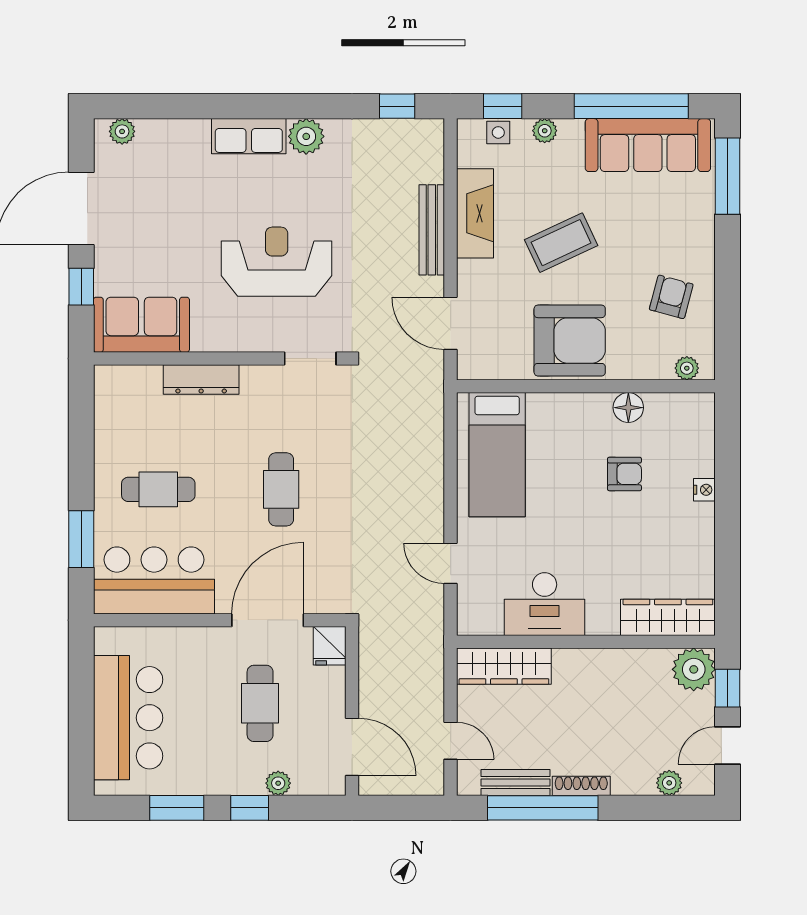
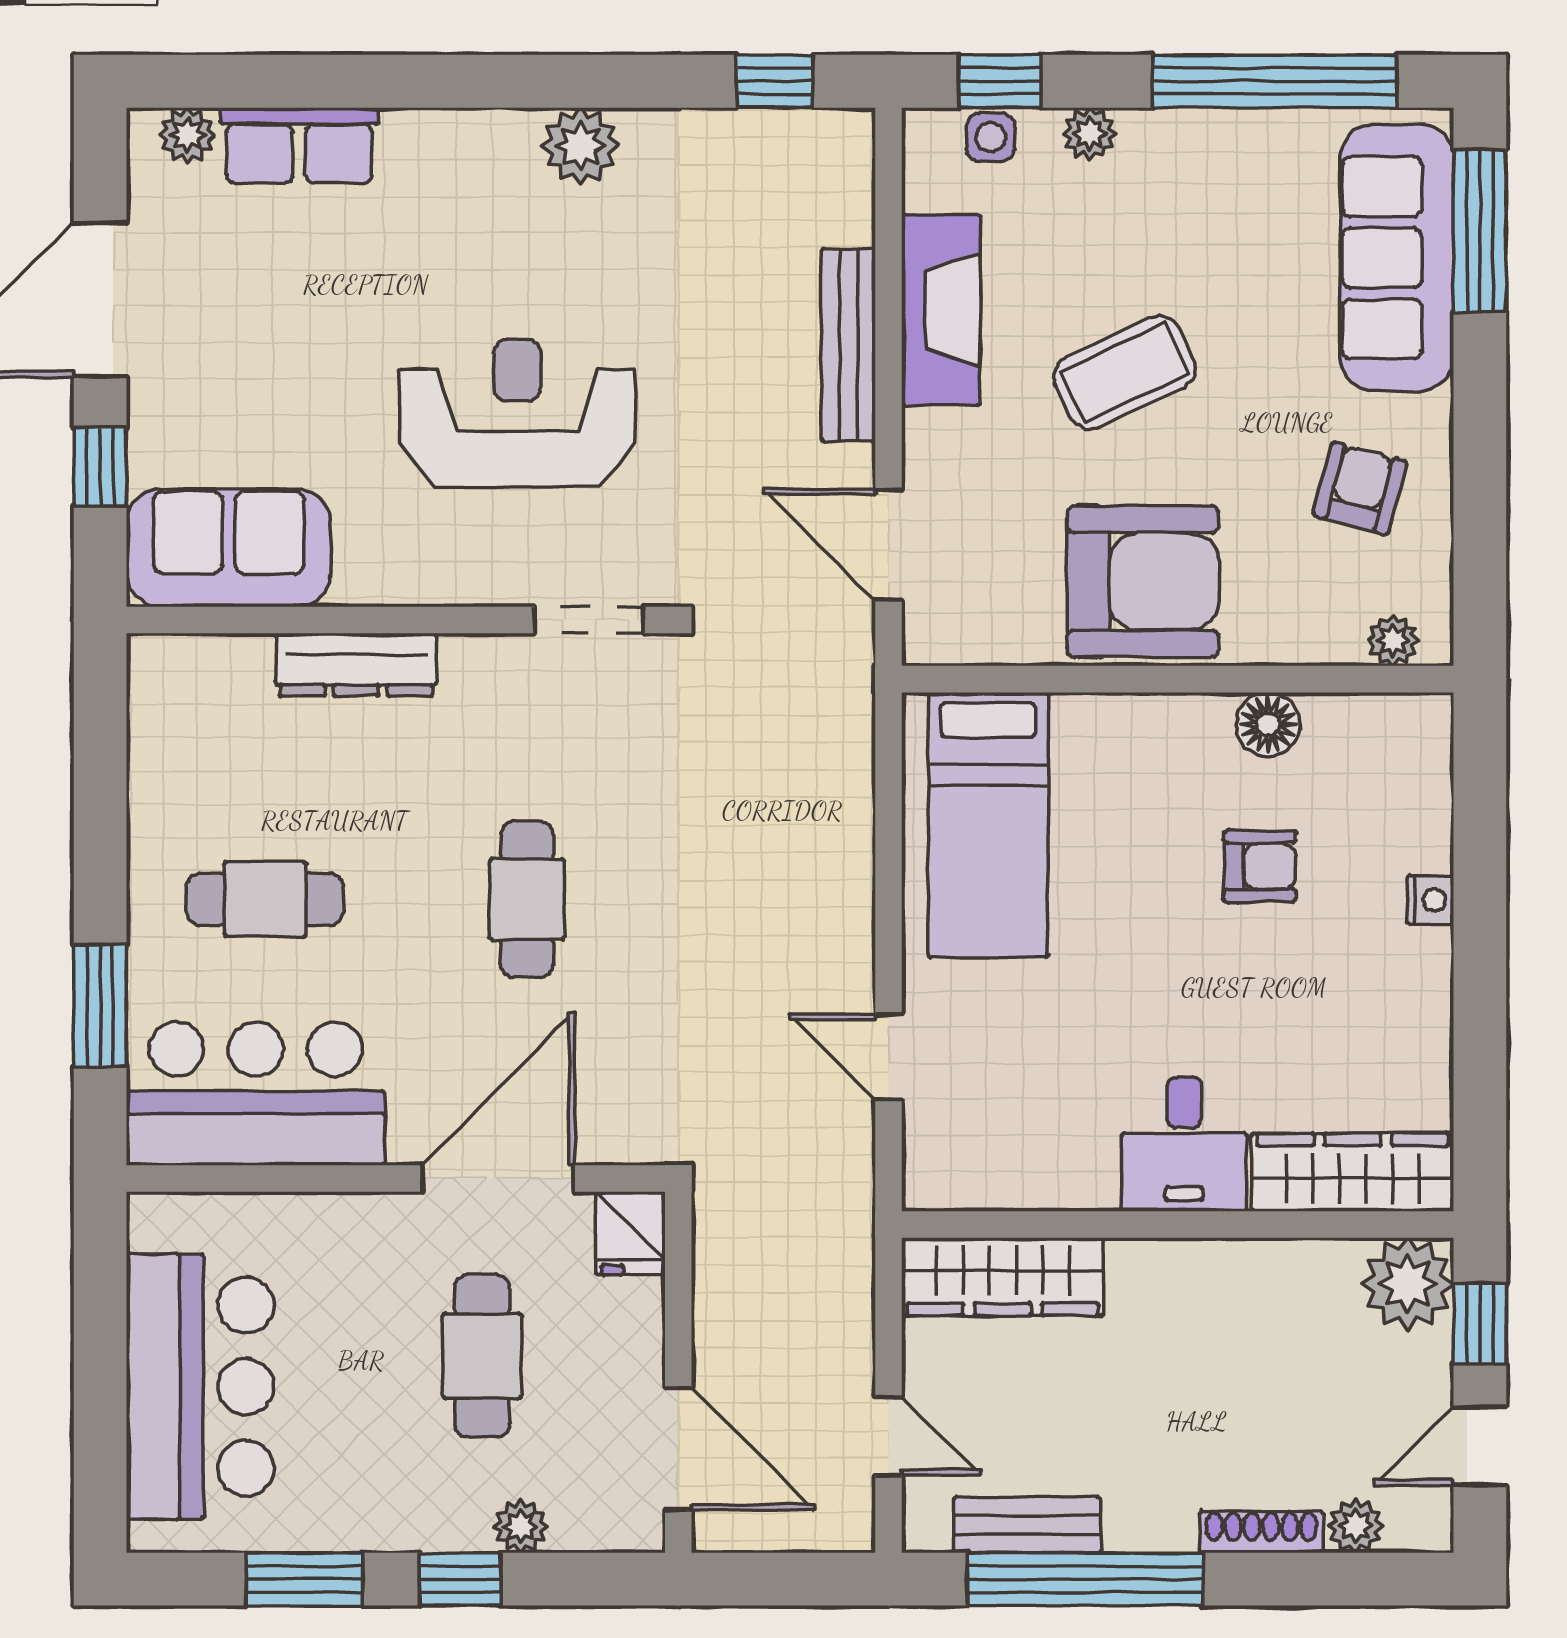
row of seats: (249, 136) -> (299, 145), moved
sofa: (648, 145) -> (1397, 258), moved, turned 90
desk: (545, 604) -> (1184, 1144), moved, width x0.73
shoe rack: (581, 786) -> (1261, 1532), moved

